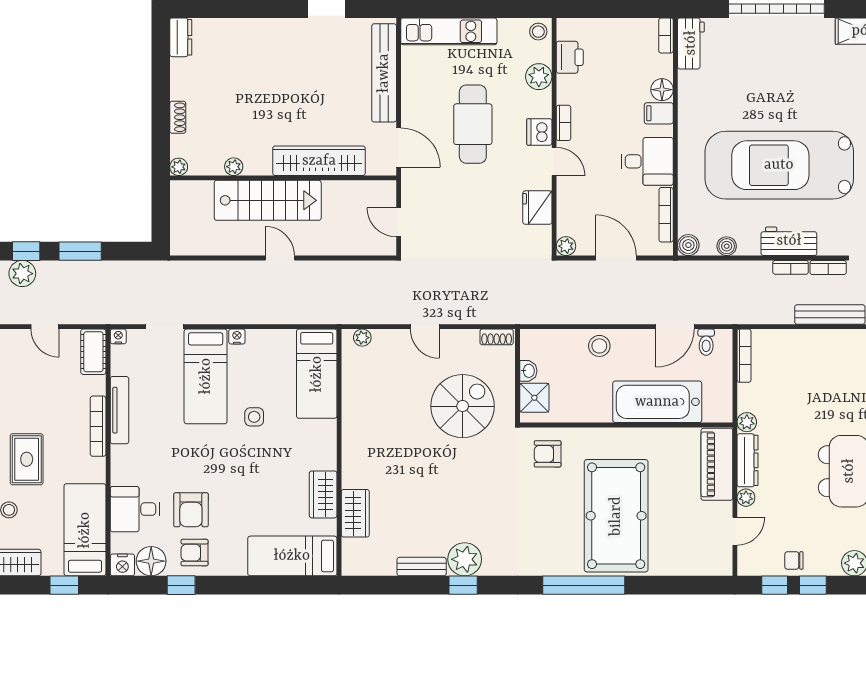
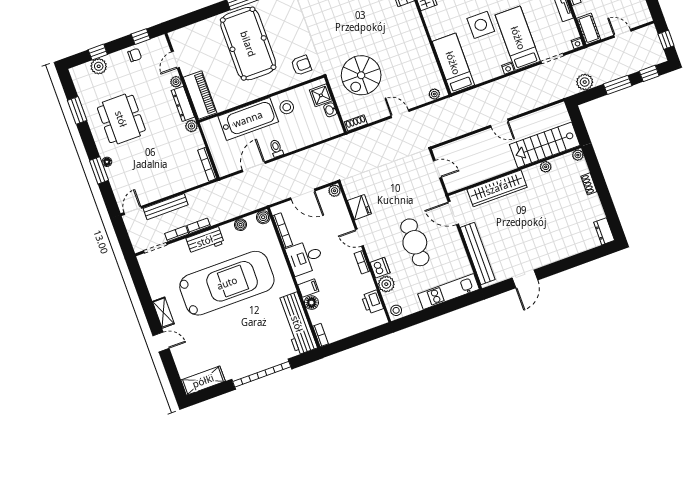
workbench: (691, 43) -> (297, 324), width x1.88, depth x1.32
dishwasher: (539, 132) -> (380, 268), moved
stairs: (268, 200) -> (545, 145), moved
plant: (22, 274) -> (585, 82), moved
toilet: (706, 342) -> (276, 148), moved
stool: (599, 346) -> (287, 107), moved
side table: (254, 417) -> (481, 25), width x1.87, depth x1.87
window: (813, 585) -> (98, 52), moved

